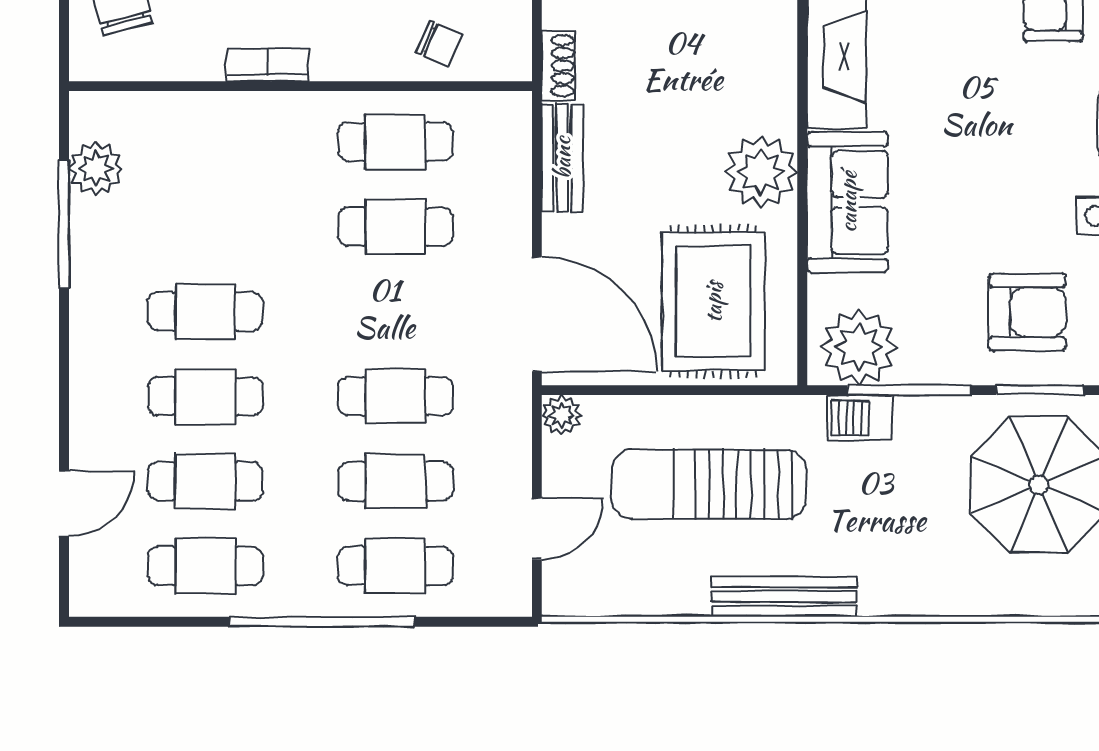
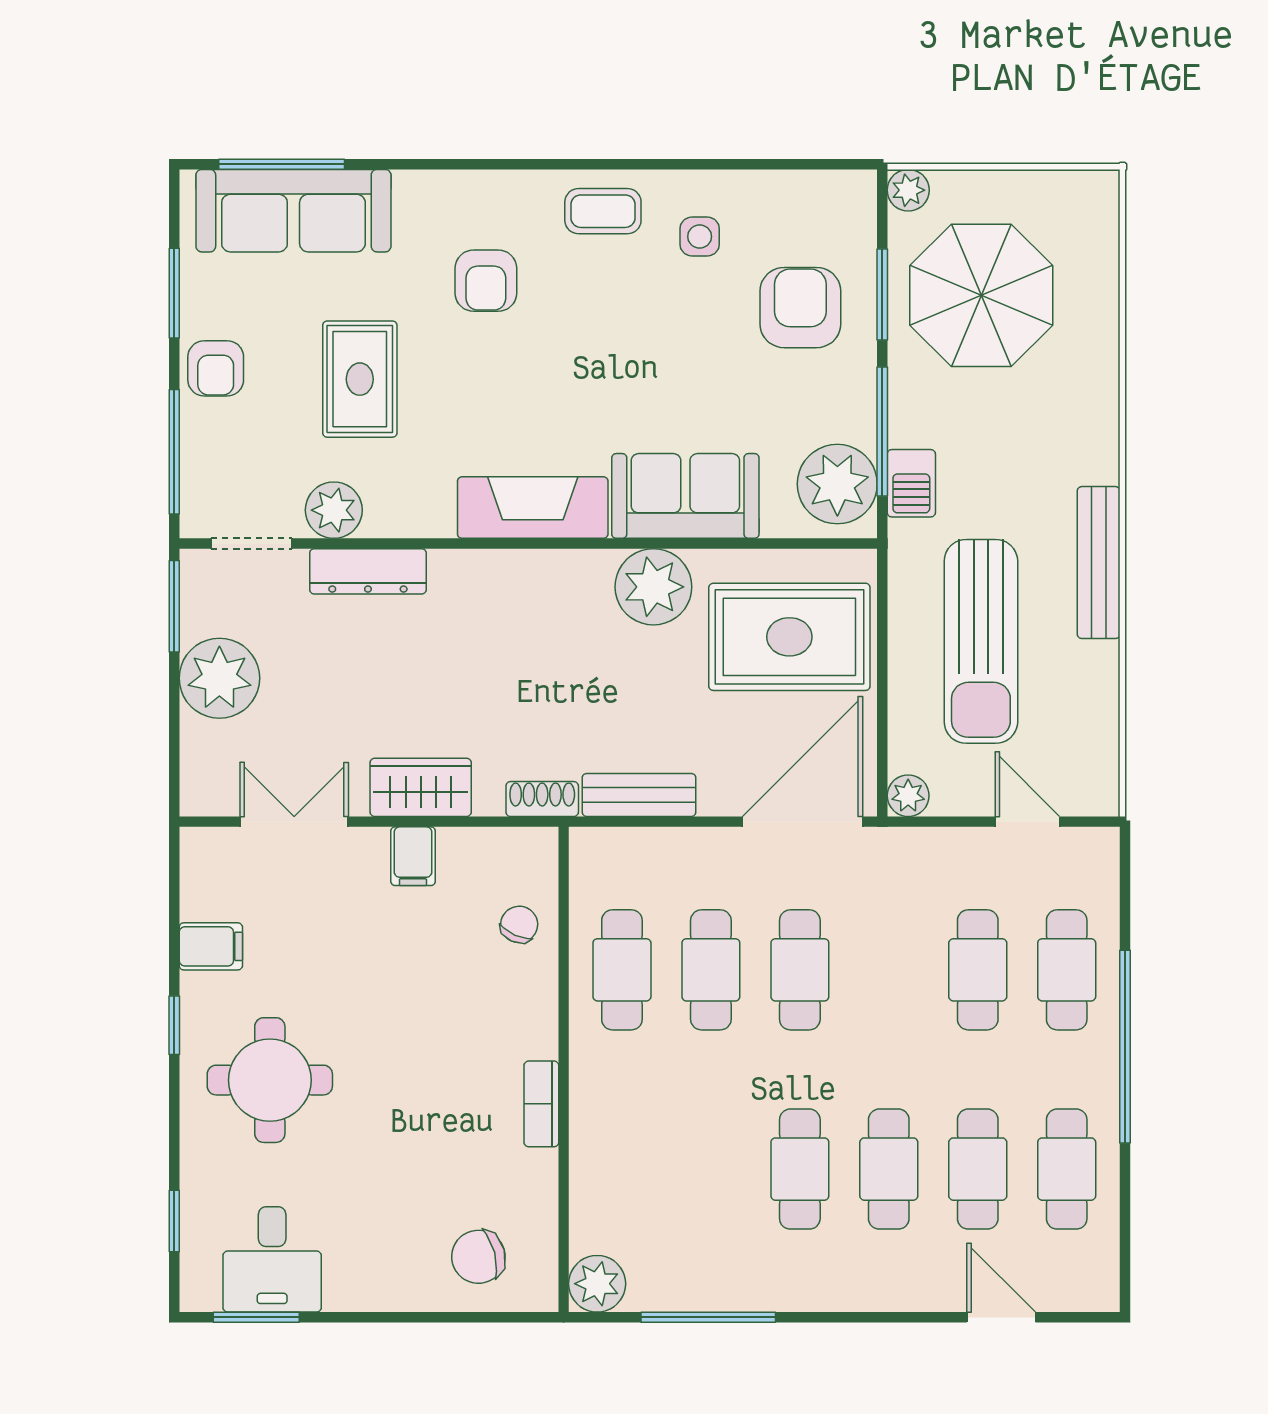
plant: (96, 168) -> (597, 1284), moved
cafe table: (395, 396) -> (800, 970), moved

